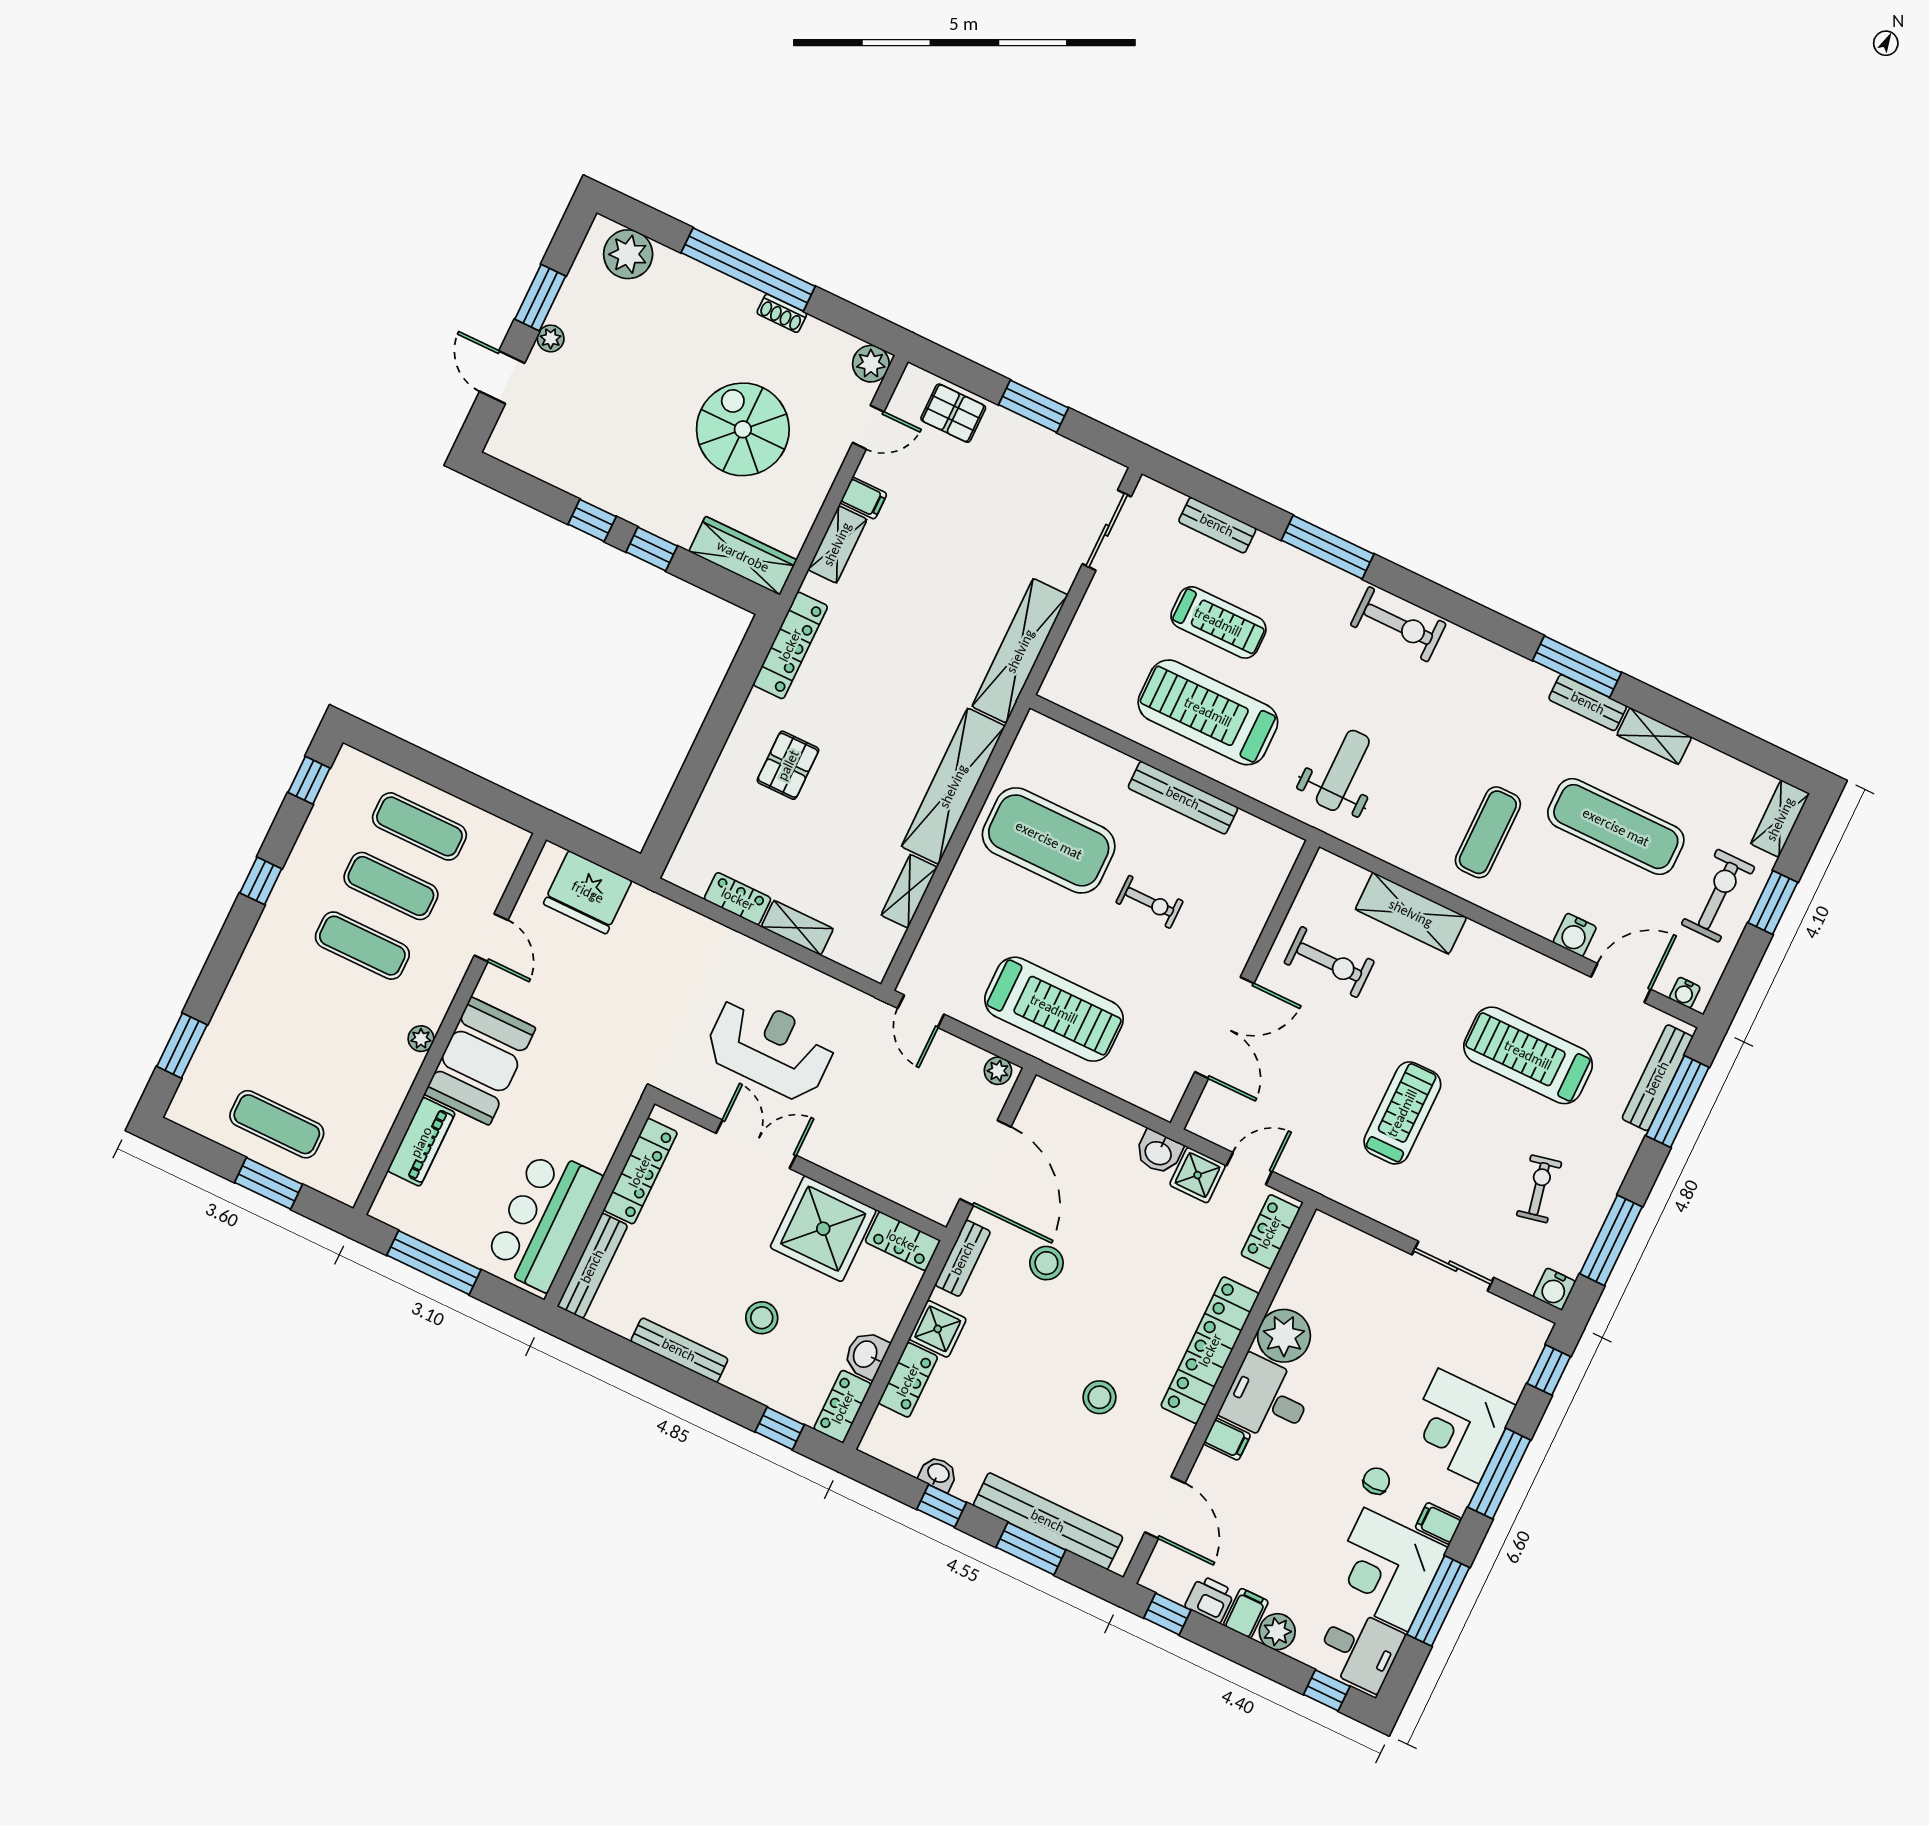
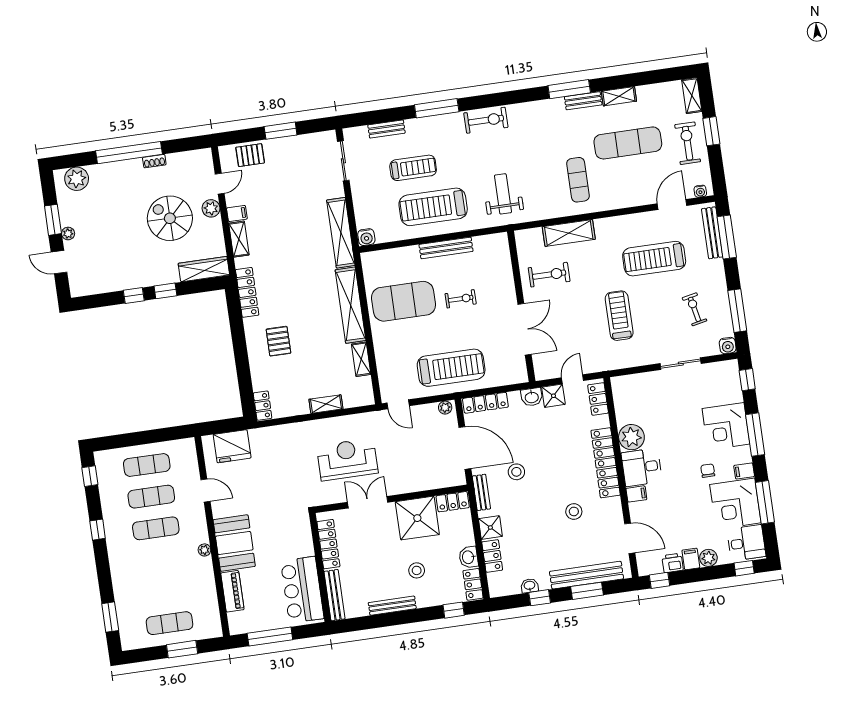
plant: (871, 364) -> (211, 208), moved
locker: (738, 899) -> (263, 406), moved, turned 90
water cooler: (1575, 935) -> (366, 237), moved
locker: (1073, 1109) -> (485, 403), added

